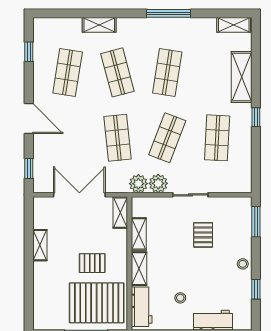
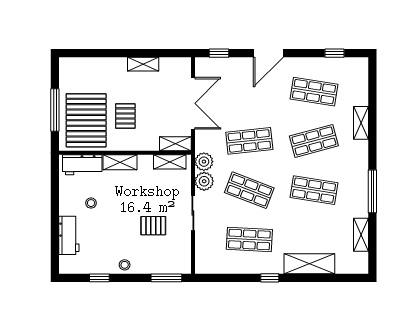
shelving: (234, 25) -> (361, 235), moved
shelving: (139, 234) -> (170, 162), moved

